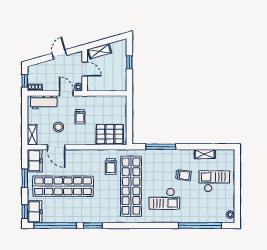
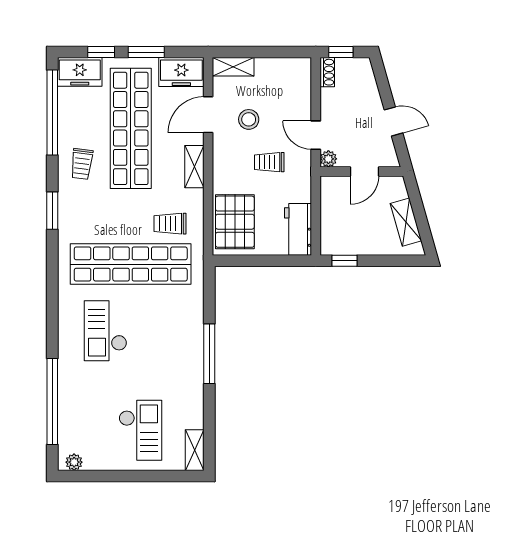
shelving: (99, 51) -> (406, 222), moved
window: (129, 62) -> (345, 261), moved
door: (66, 93) -> (316, 135), swing flipped
workbench: (44, 102) -> (298, 229), moved
window: (161, 147) -> (209, 354), moved
shelving: (82, 154) -> (194, 167), added
shelving: (205, 154) -> (195, 450), moved
trolley: (183, 175) -> (82, 164), moved
window: (25, 212) -> (101, 52), moved
window: (93, 226) -> (52, 211), moved

